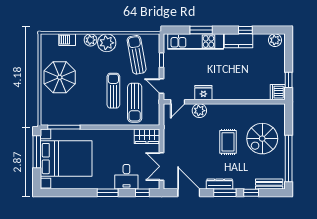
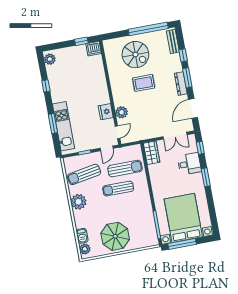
plant: (91, 40) -> (85, 249), moved
kitchen counter: (239, 41) -> (56, 90), removed
door: (178, 102) -> (117, 132), hinge flipped

